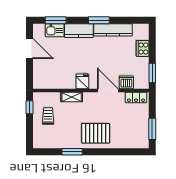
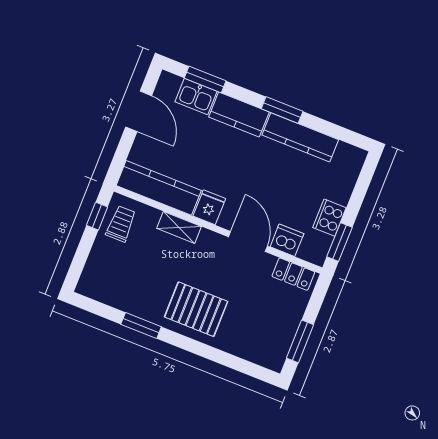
cooker: (143, 48) -> (329, 218), moved
kitchen counter: (54, 82) -> (159, 188), added
trolley: (48, 116) -> (121, 224), moved

